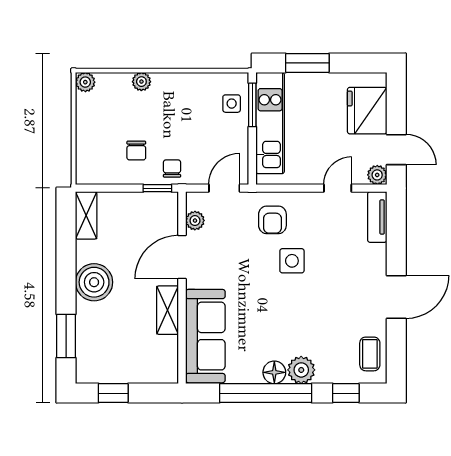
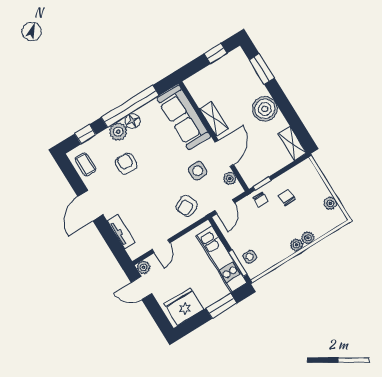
plant: (85, 82) -> (330, 203), moved
plant: (162, 82) -> (296, 245), added
fridge: (367, 111) -> (184, 307), moved, turned -90
tv unit: (377, 217) -> (121, 232), moved
armchair: (272, 220) -> (187, 206), turned -115
side table: (292, 261) -> (198, 171), moved
armchair: (316, 323) -> (126, 164), added

